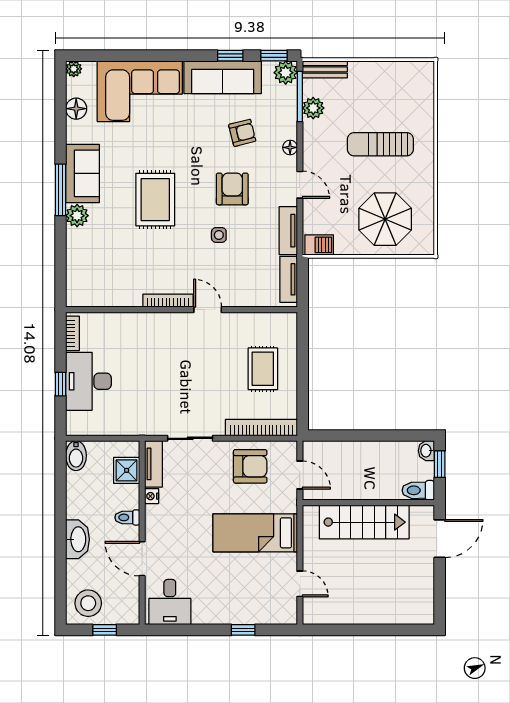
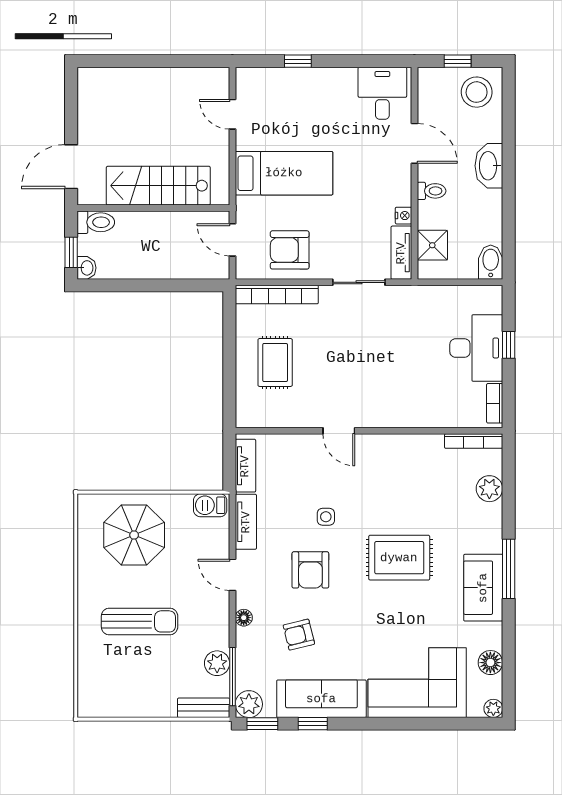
rug: (155, 200) -> (399, 558), turned 90
plant: (77, 216) -> (489, 489), moved
bookcase: (168, 301) -> (474, 441), moved

